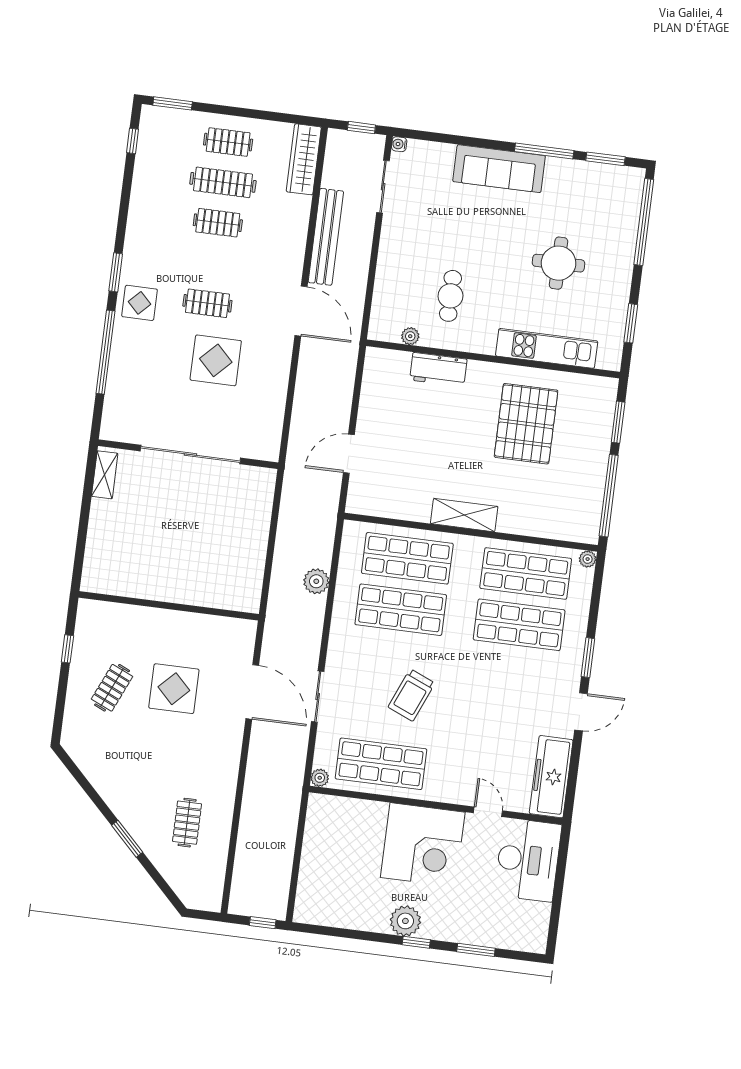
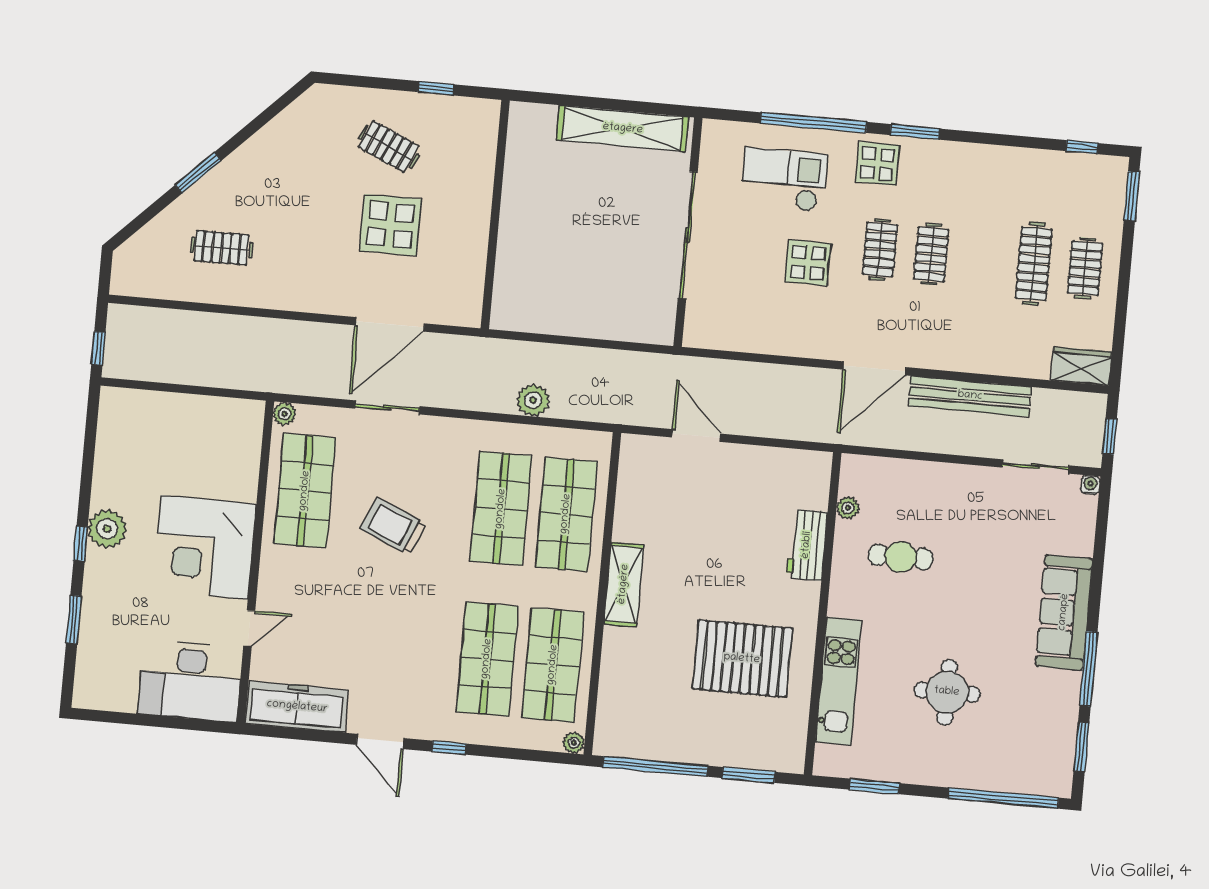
wardrobe: (304, 159) -> (1081, 366), width x0.67
clothes rail: (218, 223) -> (931, 254), moved
display table: (216, 360) -> (808, 263), width x0.73, depth x0.73
checkout: (150, 377) -> (784, 180), added
shelving: (105, 475) -> (623, 129), width x2.20, depth x1.33
window: (588, 658) -> (449, 748), width x0.67

